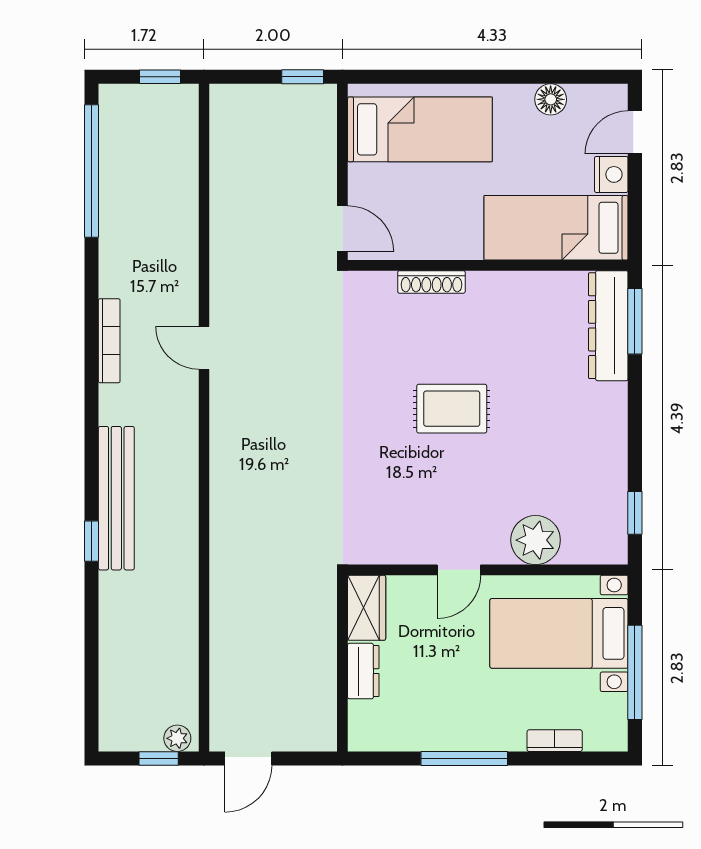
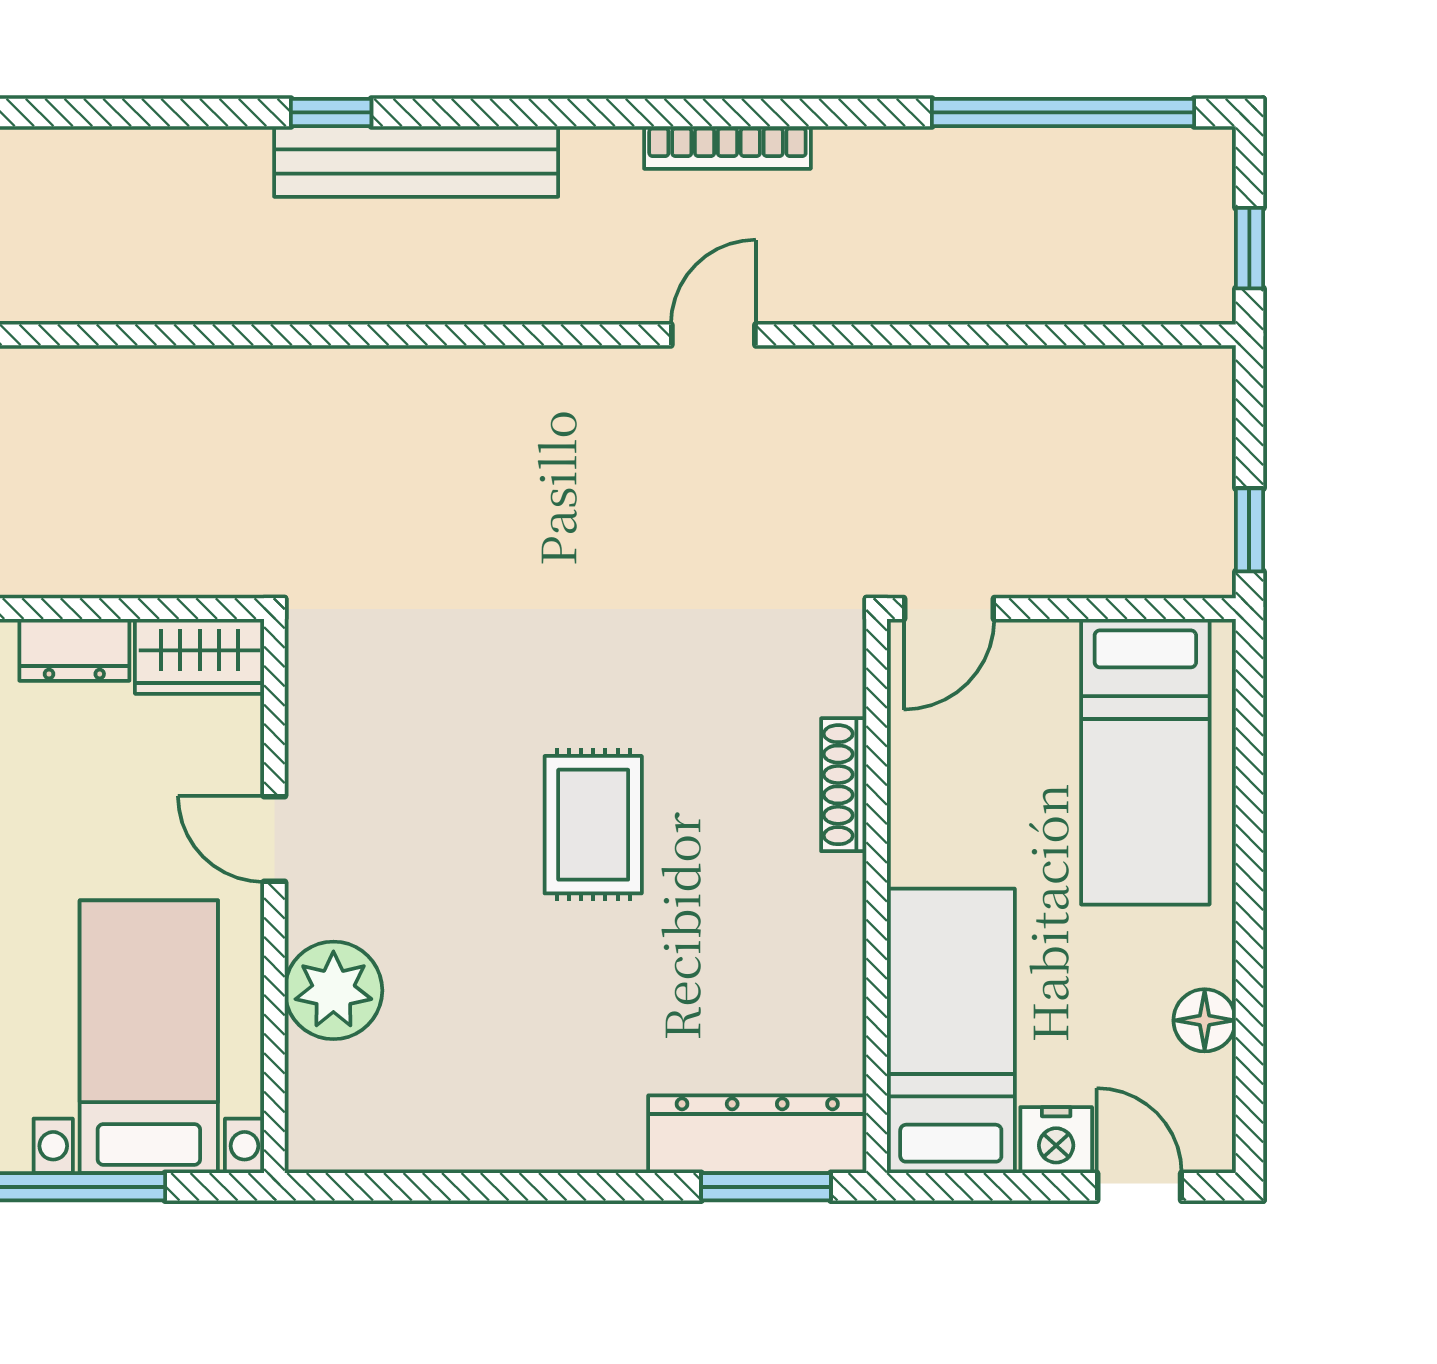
window: (635, 513) -> (387, 1187), removed

